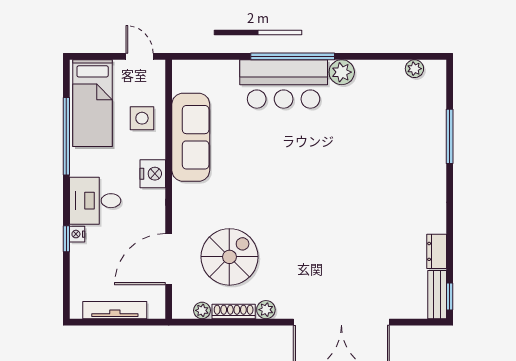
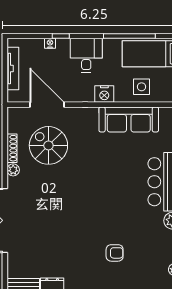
armchair: (390, 158) -> (115, 253), added
nightstand: (77, 234) -> (50, 43), moved
spiral stairs: (229, 257) -> (48, 145), turned 180
plant: (202, 310) -> (13, 127), removed

